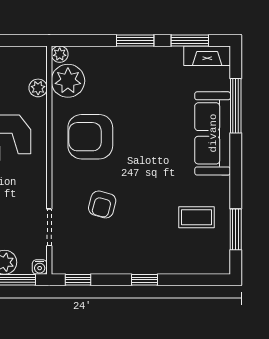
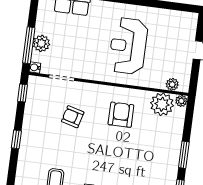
plant: (38, 88) -> (172, 84), moved
armchair: (90, 137) -> (121, 115), width x0.73, depth x0.73

